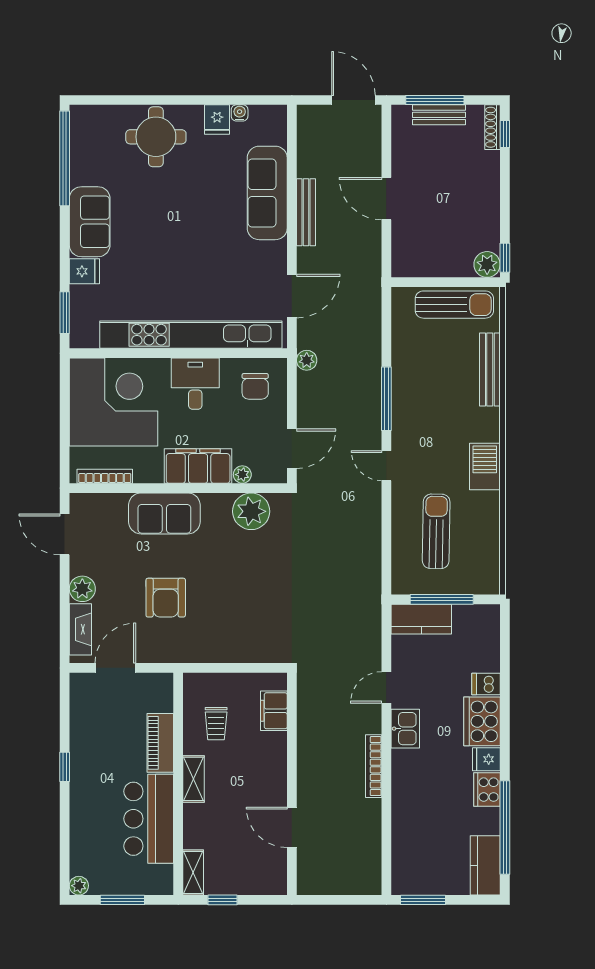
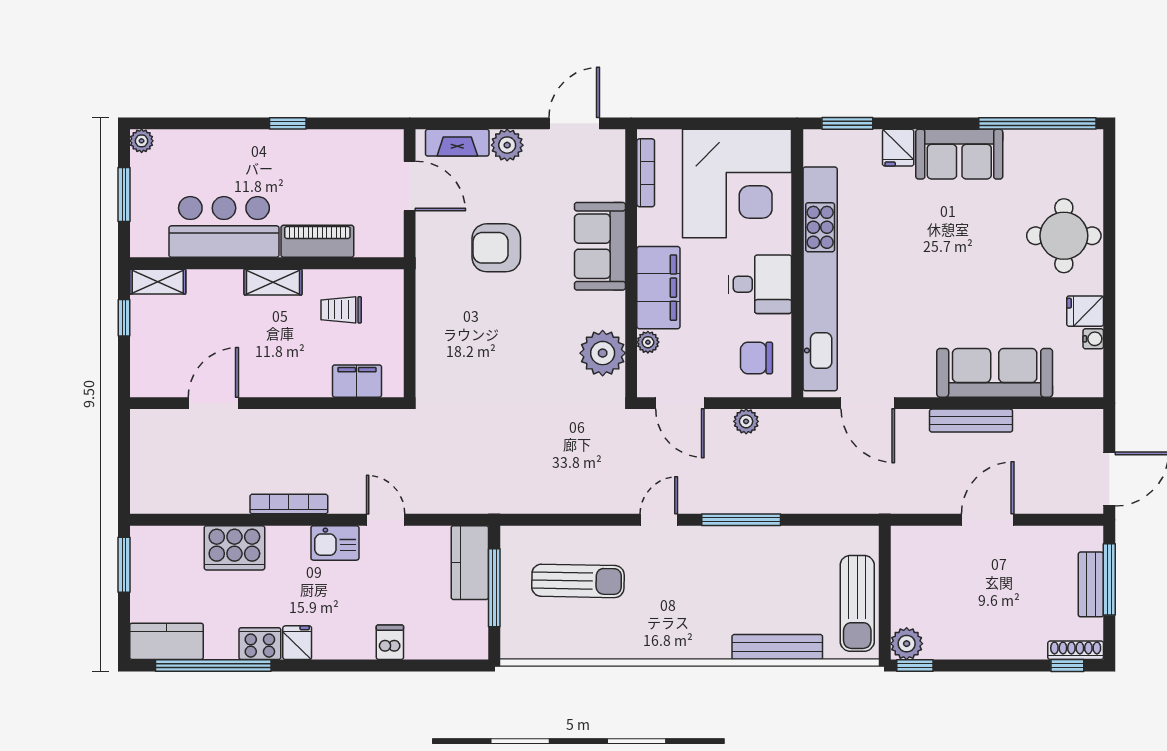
plant: (307, 360) -> (746, 421), moved
barbecue: (485, 466) -> (658, 641), removed
cooker: (482, 721) -> (234, 548), moved, turned 180

